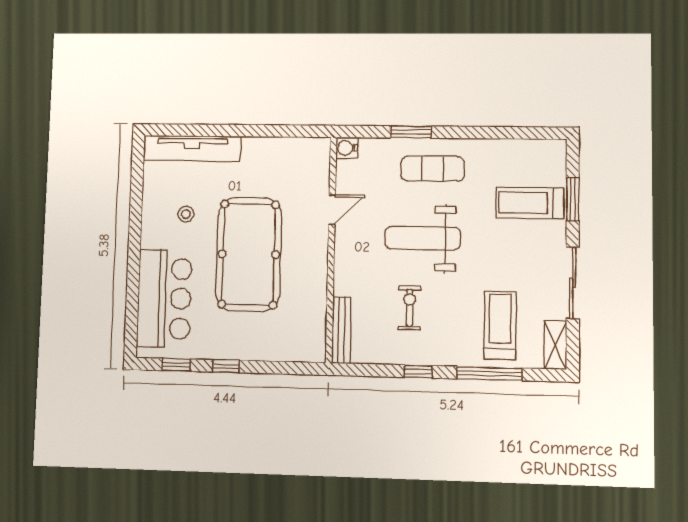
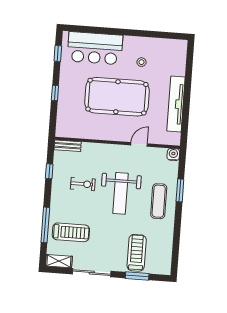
tv unit: (192, 148) -> (176, 104), moved
door: (332, 210) -> (139, 144), swing flipped
weight bench: (423, 238) -> (120, 193), turned 180
bench: (341, 330) -> (68, 146), width x0.73
window: (226, 366) -> (55, 93), moved
window: (418, 372) -> (49, 171), moved

